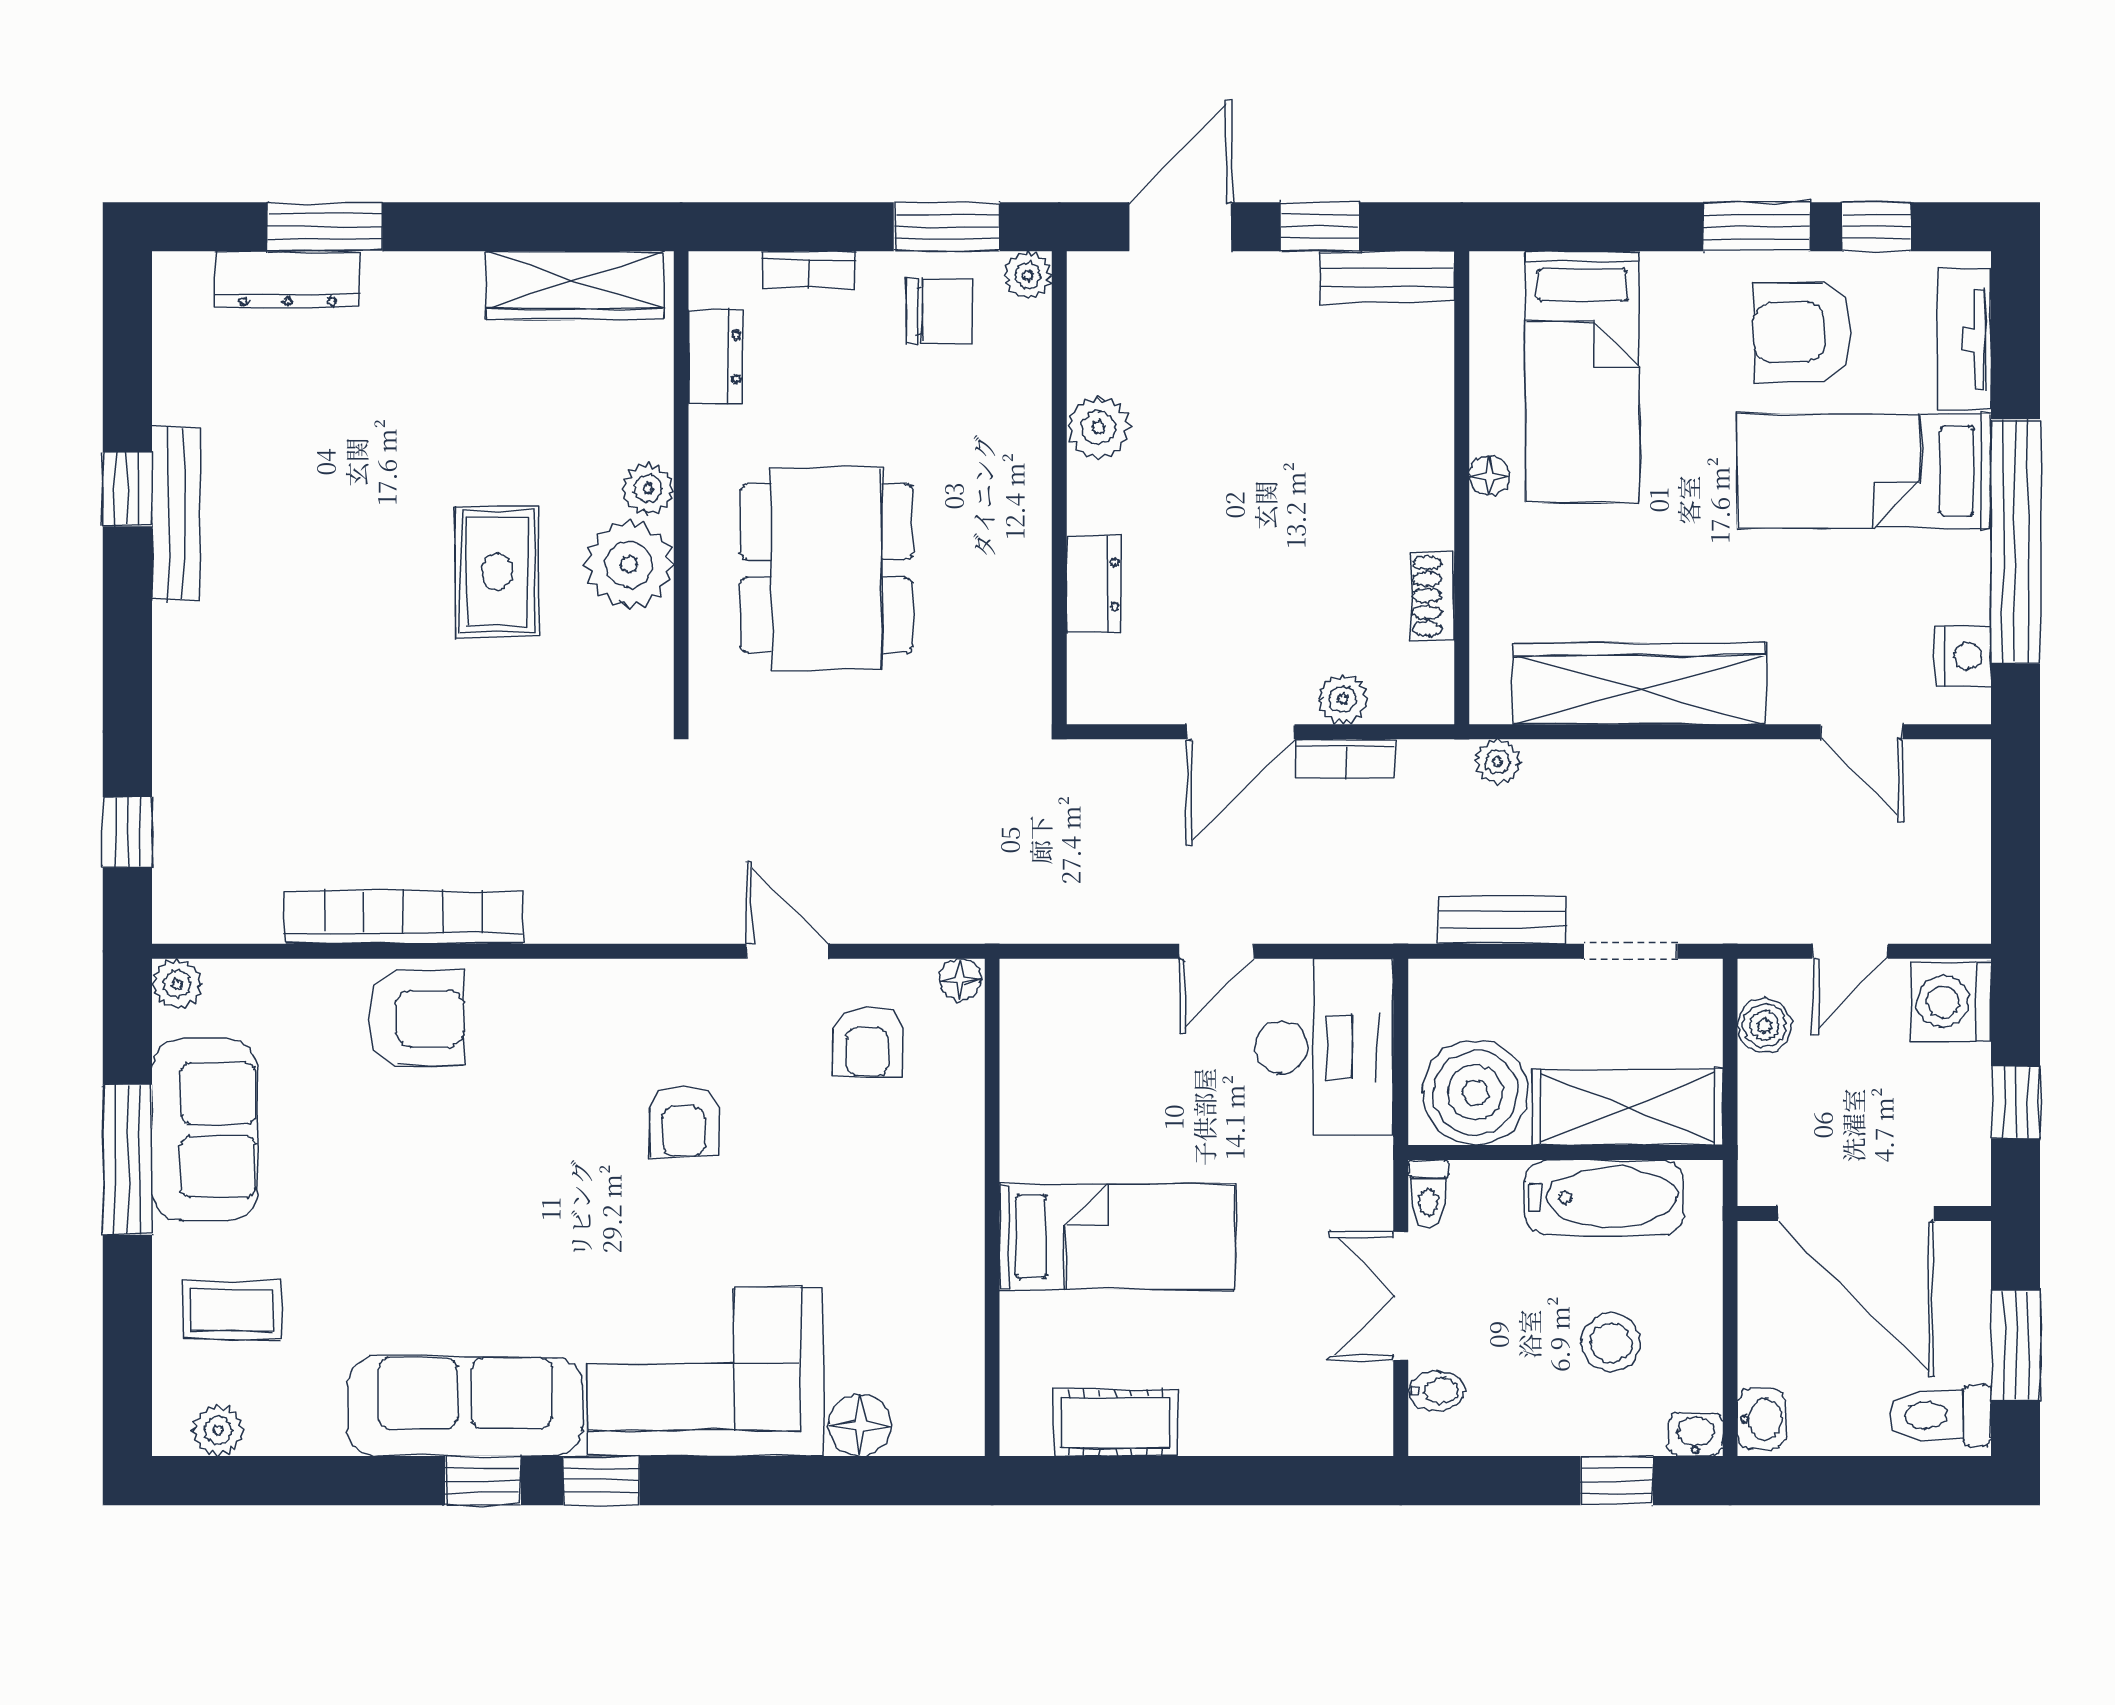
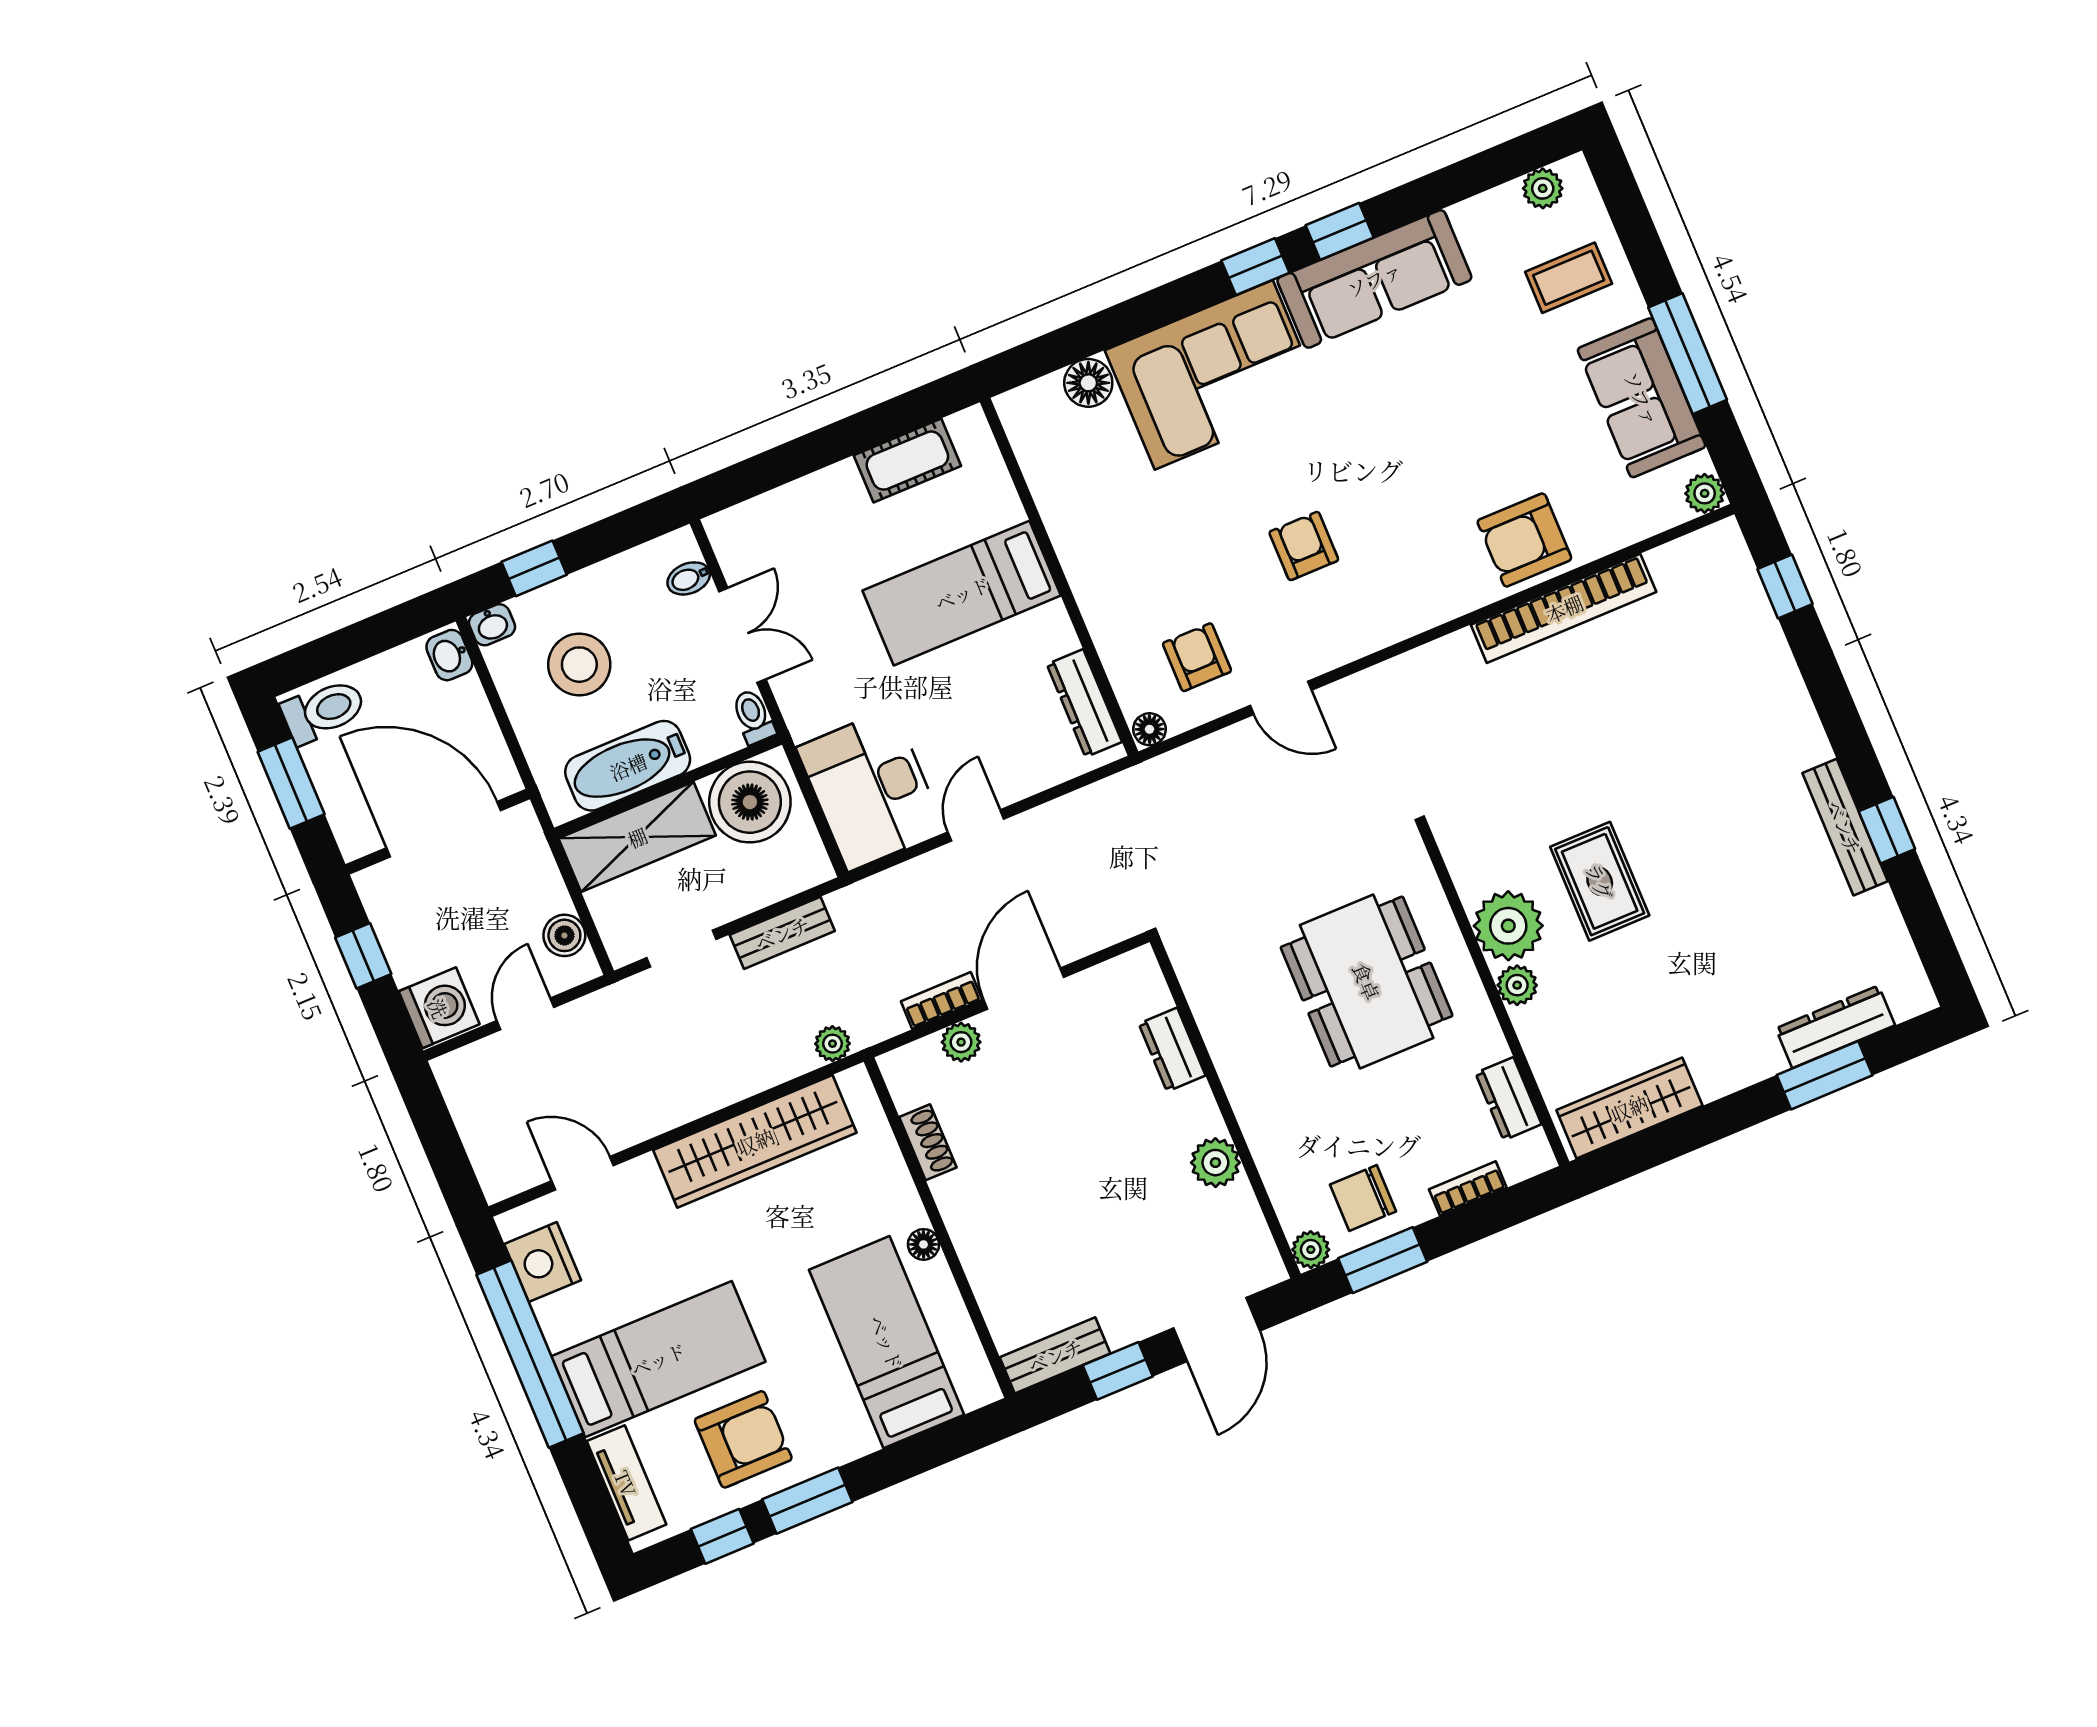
nightstand: (1963, 656) -> (543, 1262), width x1.36, depth x1.33
dresser: (1025, 1044) -> (1084, 703), added
stool: (1611, 1343) -> (579, 665), width x1.38, depth x1.38

